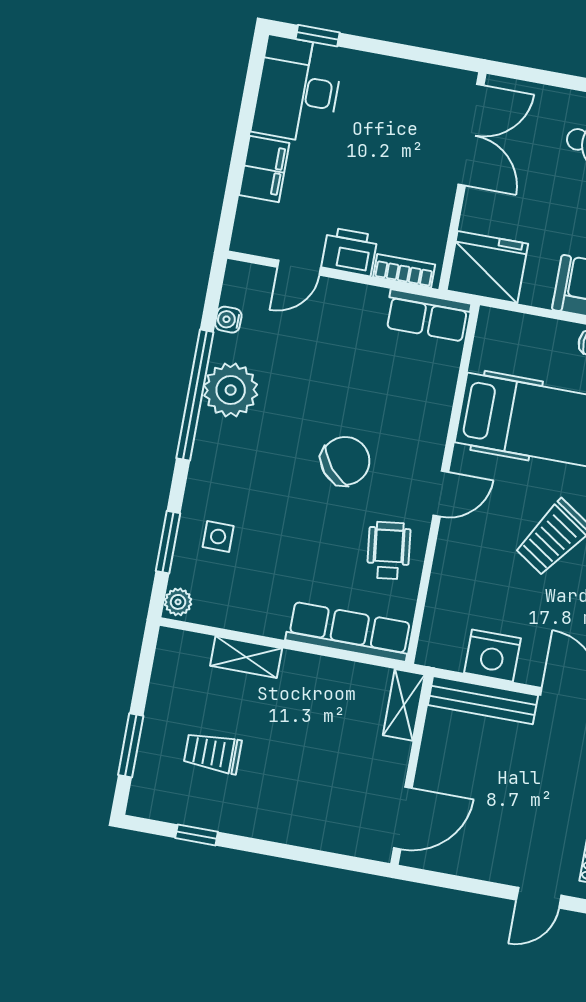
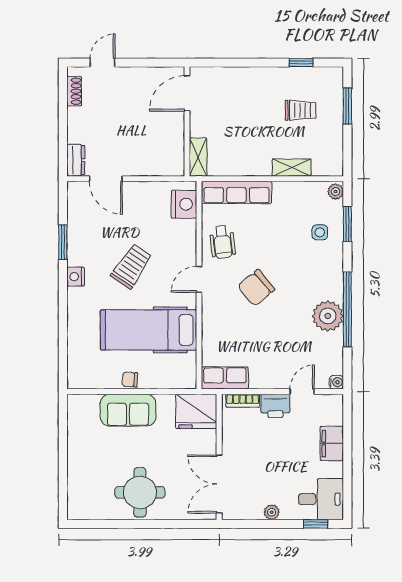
plant: (390, 70) -> (272, 512), added
desk: (298, 90) -> (321, 499), width x0.73
water cooler: (228, 320) -> (336, 382), moved
nightstand: (492, 656) -> (184, 204), moved, turned 90
bench: (483, 700) -> (154, 168), removed

